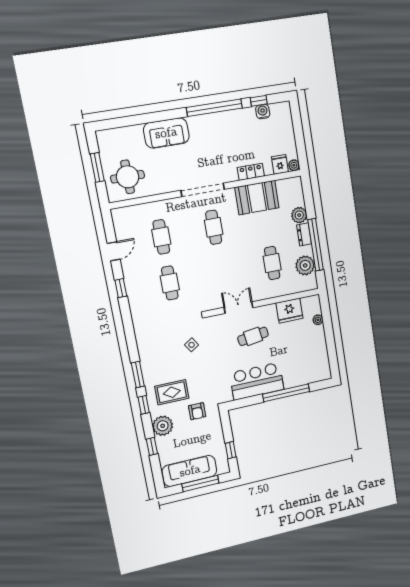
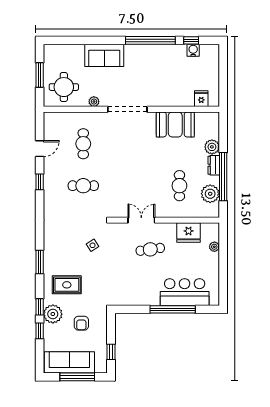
plant: (294, 165) -> (94, 102), moved
locker: (251, 172) -> (173, 101), removed
cafe table: (214, 227) -> (131, 144), removed
cafe table: (170, 283) -> (83, 186), turned 90
bar counter: (257, 381) -> (185, 292), moved
window: (144, 405) -> (40, 307), moved
armchair: (197, 411) -> (81, 323), moved

